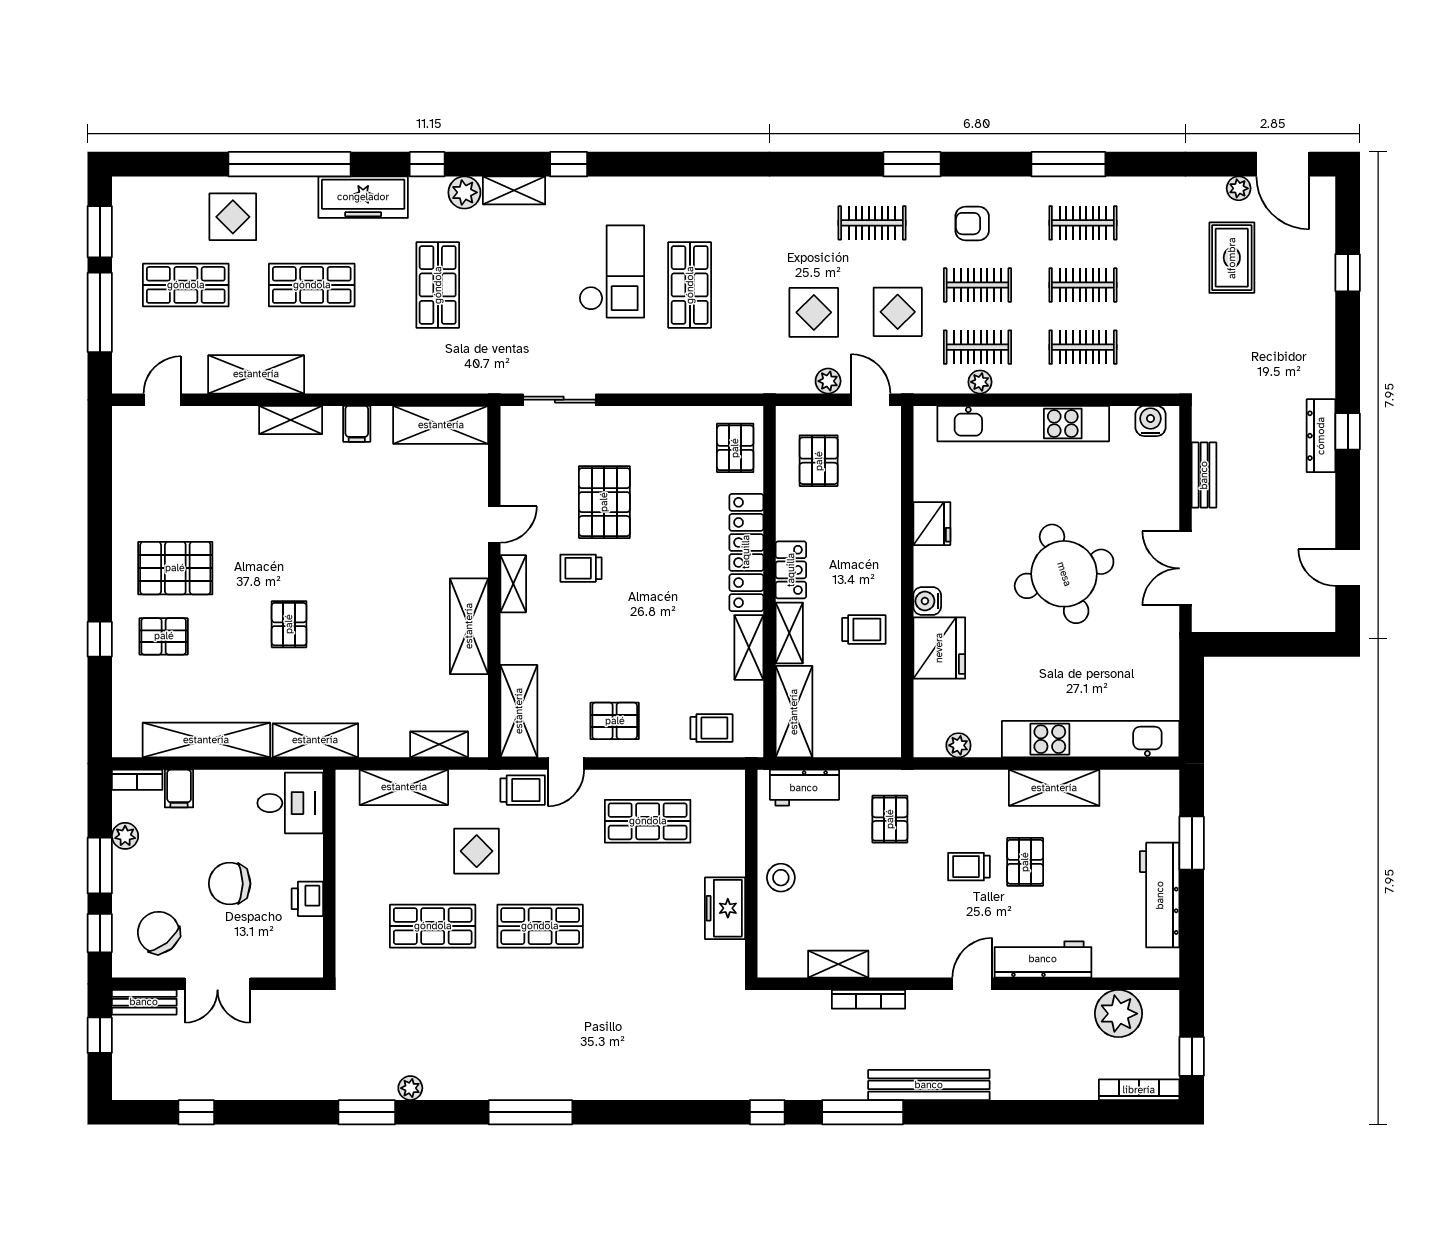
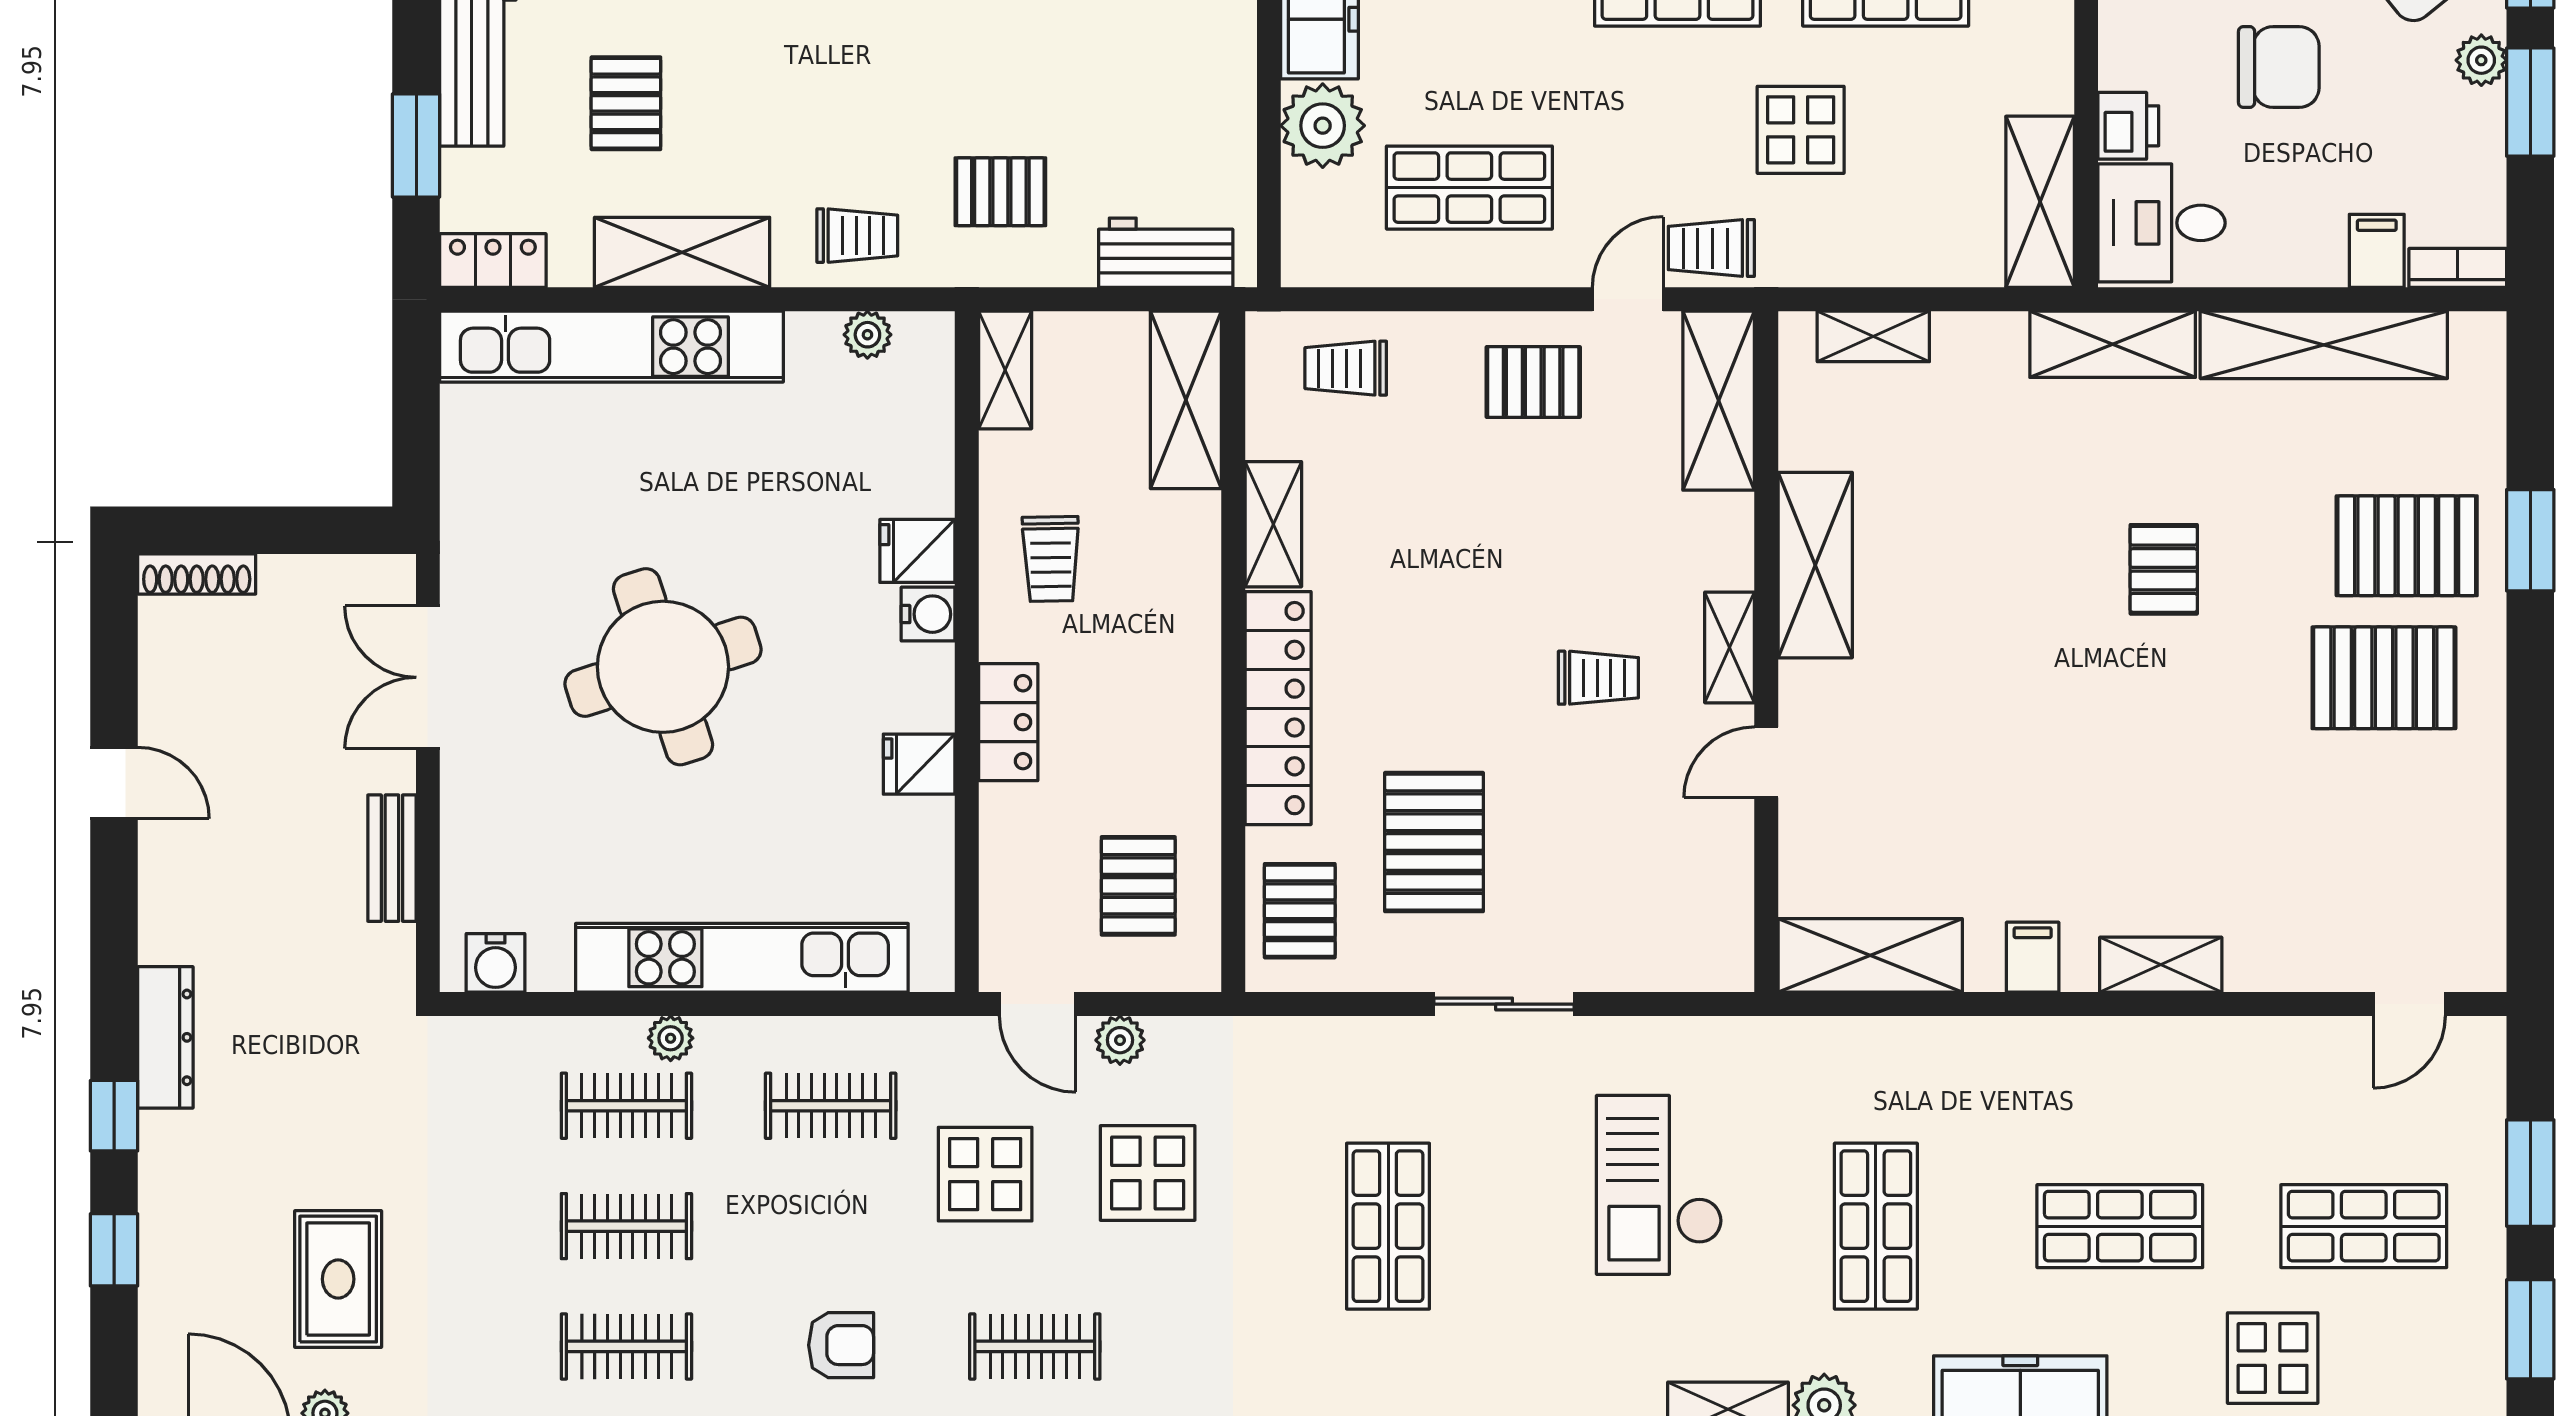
checkout: (612, 271) -> (1659, 1185), moved
clothes rail: (977, 285) -> (831, 1226), removed
window: (100, 312) -> (2530, 1173), width x0.69
shelving: (256, 374) -> (2227, 1053), removed
plant: (980, 382) -> (671, 1038), moved
sliding door: (559, 400) -> (1504, 1004), moved
window: (1348, 431) -> (114, 1116), moved
dresser: (1321, 436) -> (165, 1037), moved
pallet: (604, 502) -> (1434, 842), moved
fridge: (932, 524) -> (919, 764), width x0.72
door: (1348, 567) -> (114, 783), moved
double door: (1185, 568) -> (428, 677), swing flipped
locker: (791, 570) -> (1008, 722), moved, turned 180
shoe rack: (1305, 622) -> (197, 574), added
trolley: (864, 629) -> (1051, 559), turned -91
shelving: (789, 633) -> (1005, 370), moved
pallet: (164, 636) -> (2407, 546), width x1.50, depth x1.42
window: (100, 639) -> (2530, 540), width x1.50
fridge: (939, 648) -> (917, 551), width x0.53, depth x0.75
locker: (1152, 784) -> (493, 261), added
shelving: (404, 787) -> (2040, 202), moved, turned 90
pallet: (890, 819) -> (1000, 192), turned 90
plant: (125, 836) -> (2481, 60), moved
plant: (723, 853) -> (1323, 126), added
pallet: (1025, 862) -> (626, 103), moved
trolley: (969, 867) -> (857, 236), moved
stool: (781, 878) -> (1211, 78), removed
printer: (307, 899) -> (2128, 126), moved

